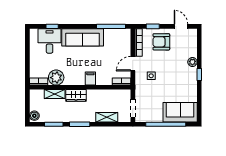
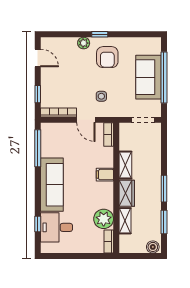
door: (181, 26) -> (38, 58), swing flipped
armchair: (161, 42) -> (107, 57), moved
sofa: (180, 112) -> (148, 77), moved
shelving: (107, 117) -> (125, 165), moved

